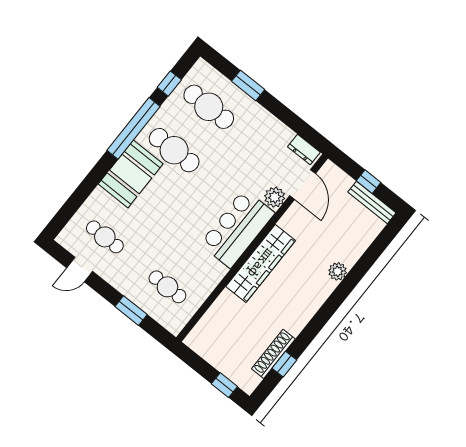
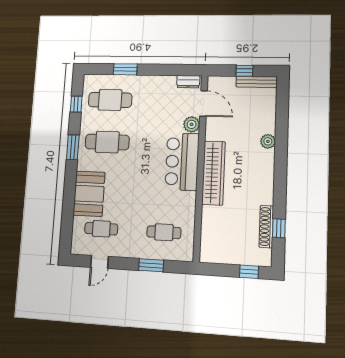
window: (134, 128) -> (73, 147), width x0.47
booth: (131, 174) -> (89, 194), moved

